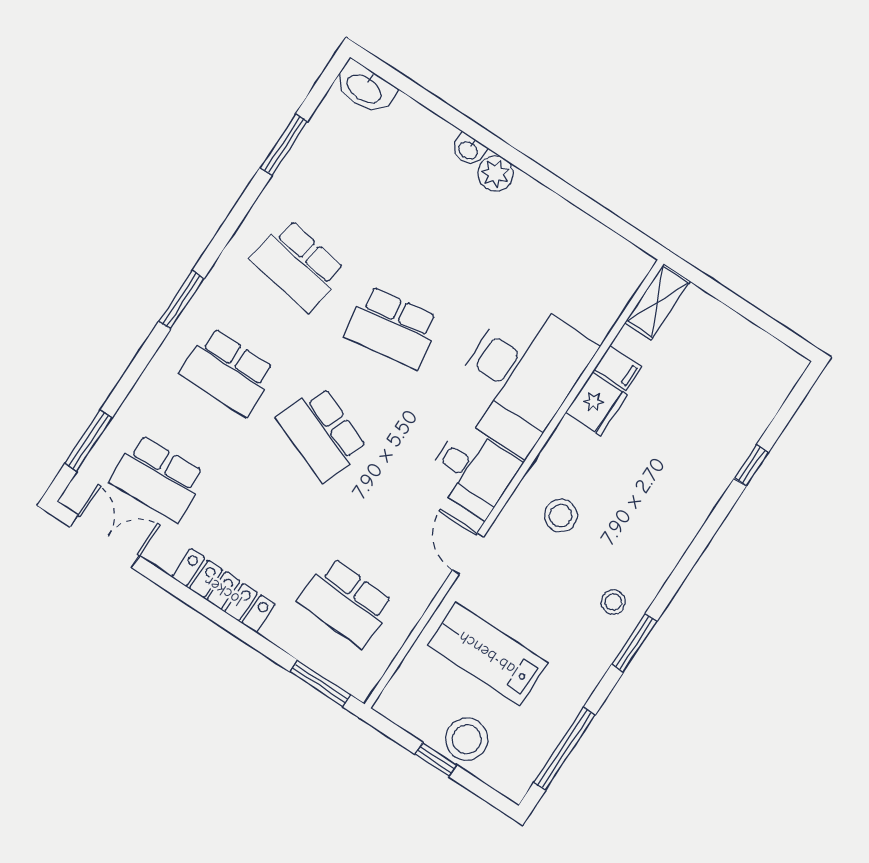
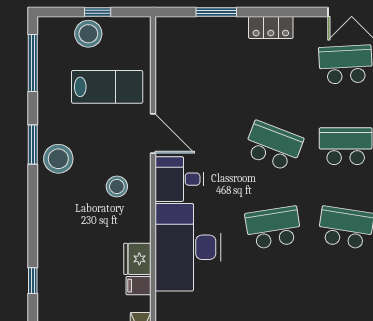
door: (468, 554) -> (153, 133), width x1.38
locker: (223, 591) -> (271, 27), width x0.66
school desk: (346, 602) -> (201, 65), removed
stool: (613, 602) -> (58, 159), width x1.89, depth x1.89
window: (320, 683) -> (216, 12), moved

